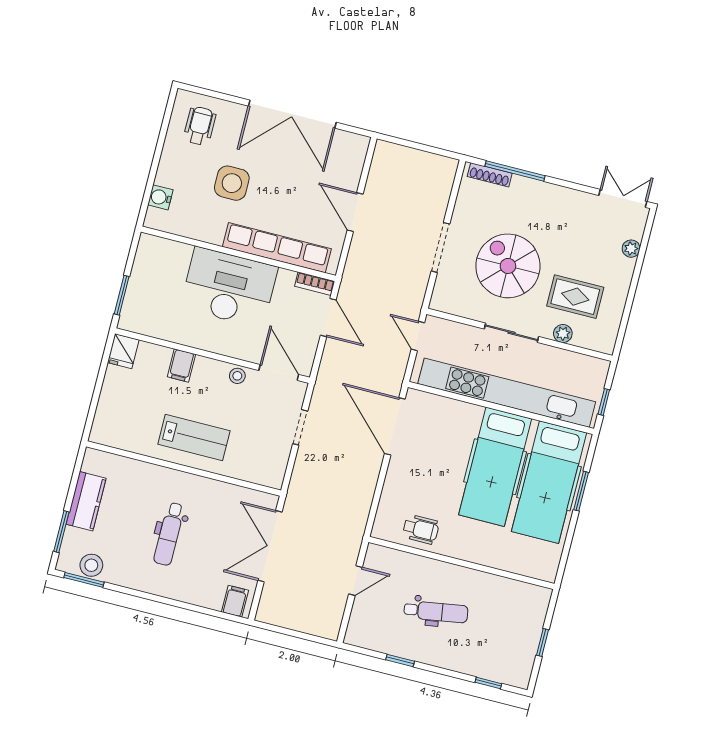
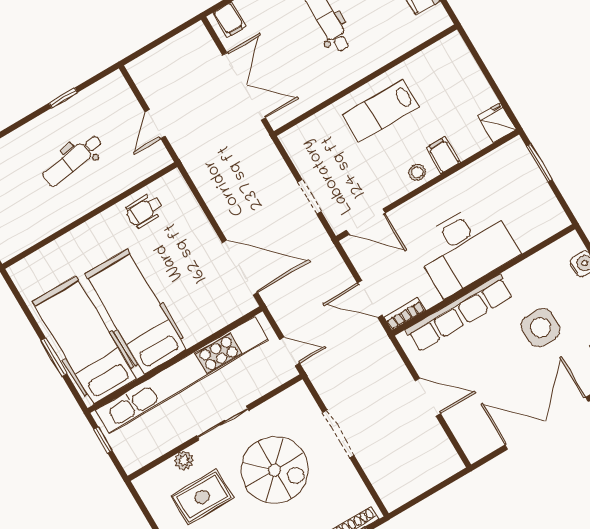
stool: (237, 376) -> (417, 172), moved

